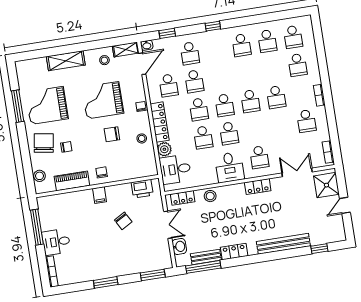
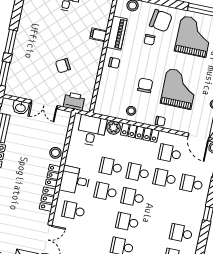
printer: (142, 189) -> (74, 101), moved, turned 90
filing cabinet: (100, 195) -> (98, 35), moved
locker: (183, 198) -> (53, 176), moved
window: (106, 282) -> (11, 42), moved

